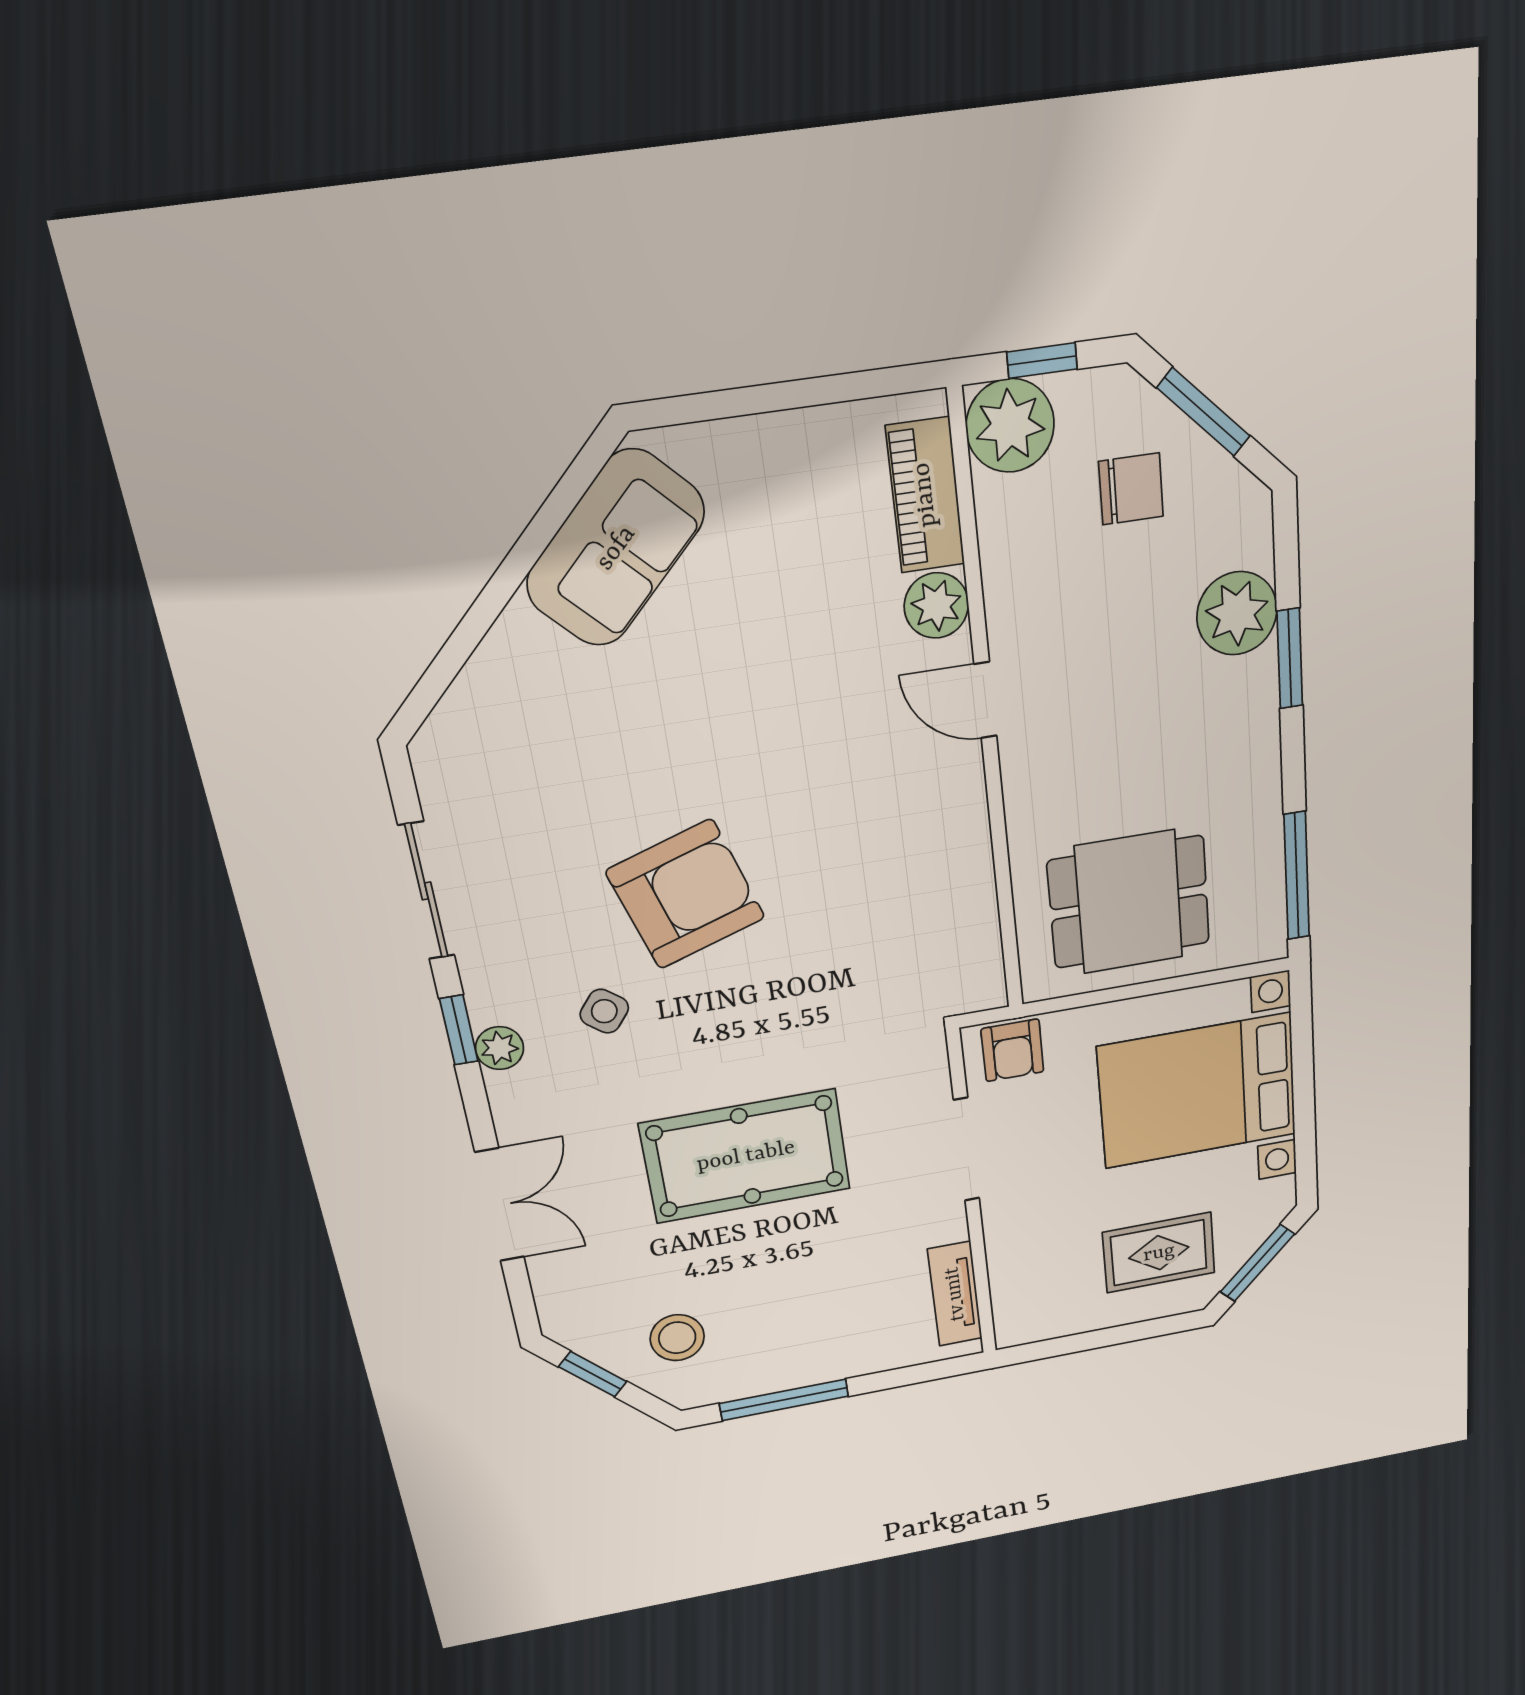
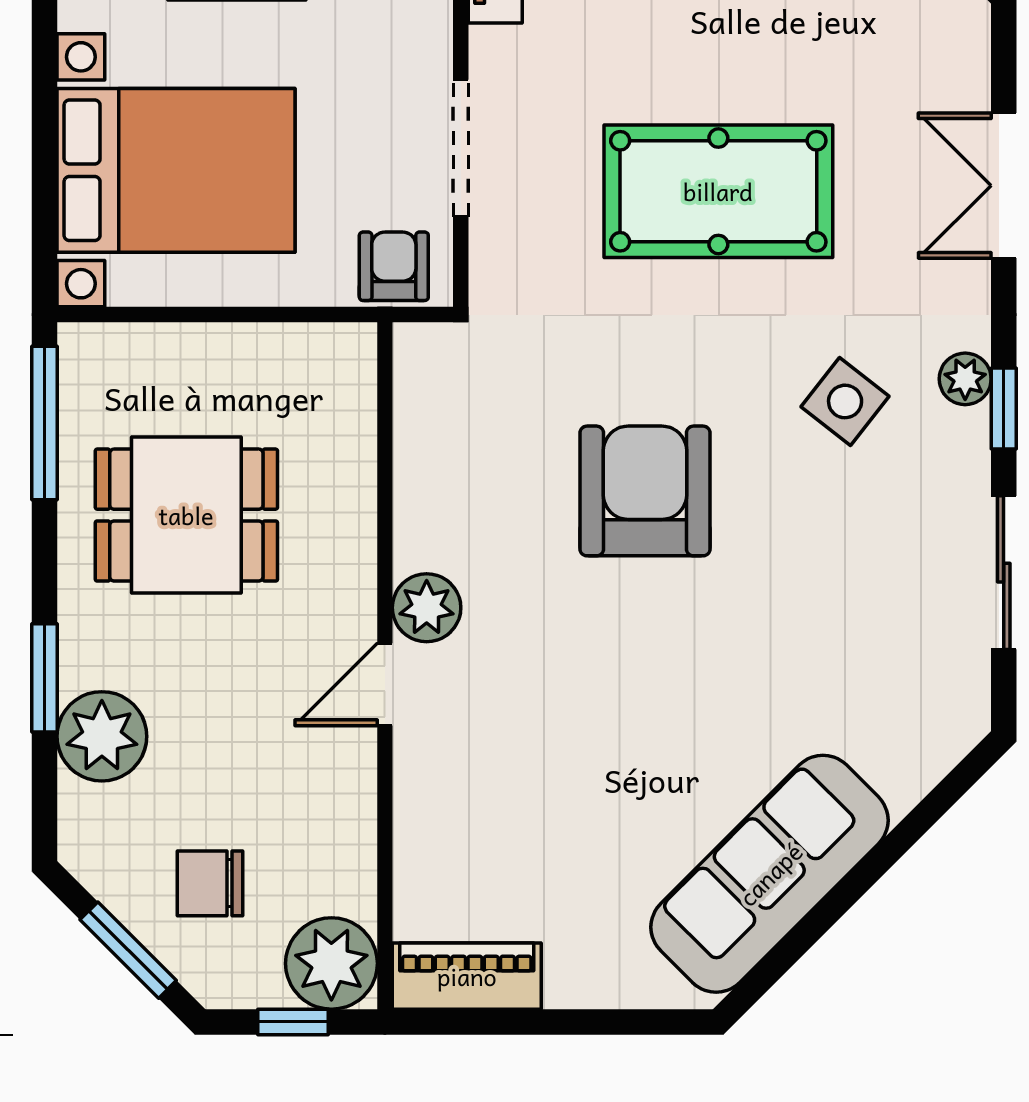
piano: (925, 495) -> (467, 976), moved, turned -90
sofa: (616, 548) -> (770, 874), width x1.36
plant: (936, 606) -> (427, 608), moved
door: (985, 700) -> (385, 684), swing flipped
armchair: (686, 894) -> (645, 491), moved, turned 108
dining table: (1129, 902) -> (186, 515), moved
side table: (604, 1011) -> (845, 401), width x1.37, depth x1.37

